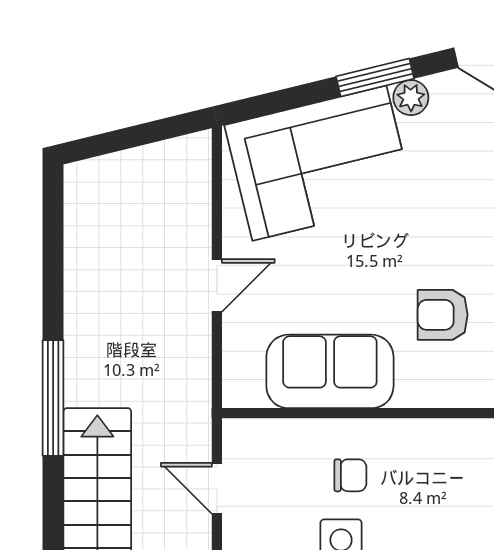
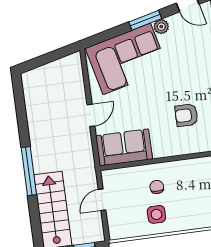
sofa: (330, 371) -> (124, 147), moved
chair: (350, 475) -> (157, 187), turned -90
door: (217, 488) -> (102, 200), hinge flipped

